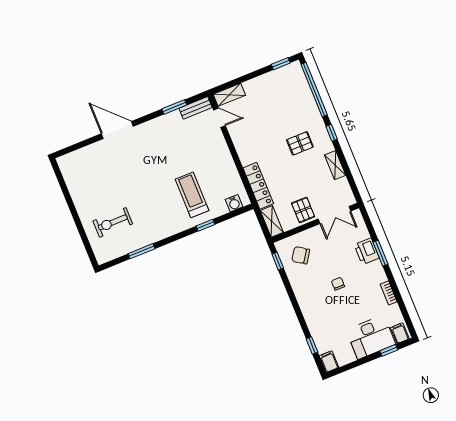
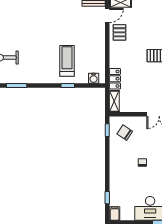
door: (219, 118) -> (107, 16), hinge flipped
locker: (258, 186) -> (115, 79), width x0.66
pallet: (303, 210) -> (119, 32), moved

